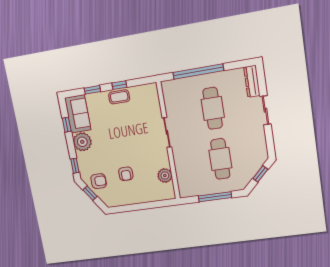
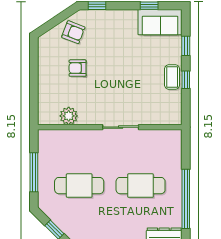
window: (198, 72) -> (186, 199), moved
plant: (82, 142) -> (125, 21), removed
armchair: (99, 181) -> (73, 32), turned -69
window: (90, 193) -> (60, 18), removed

